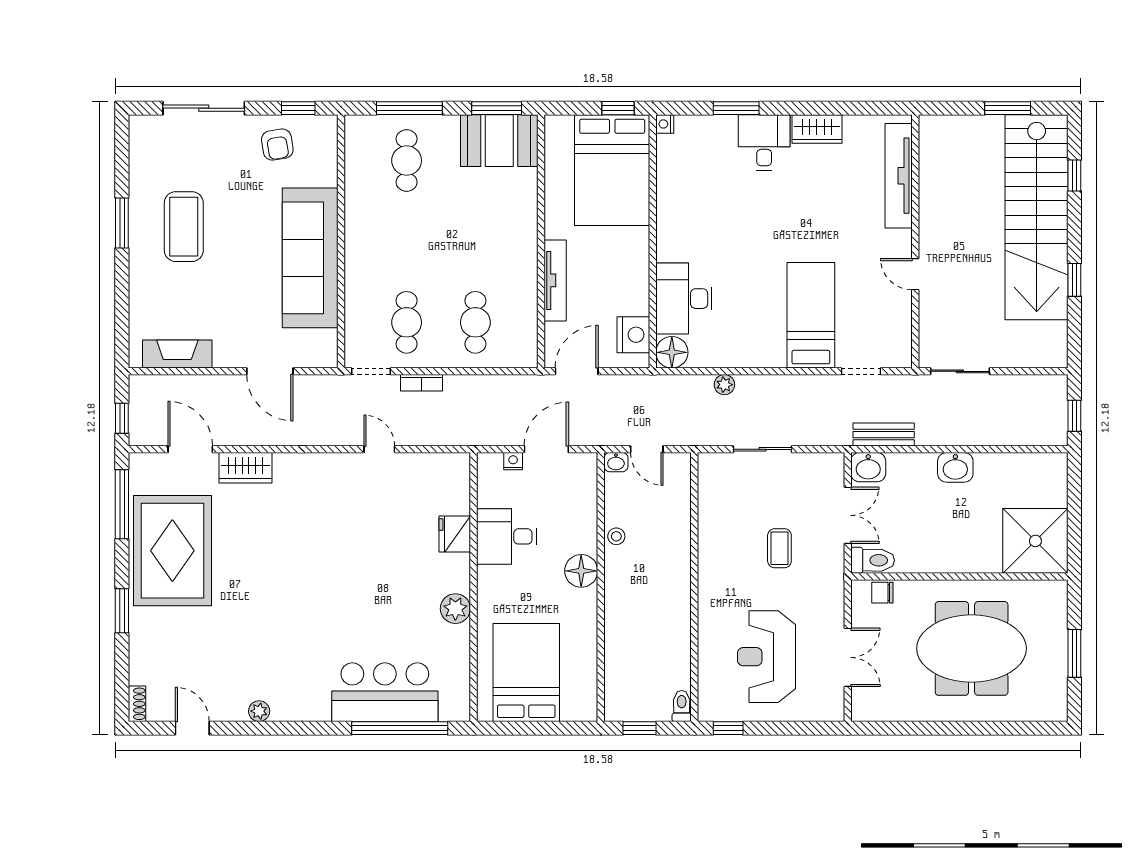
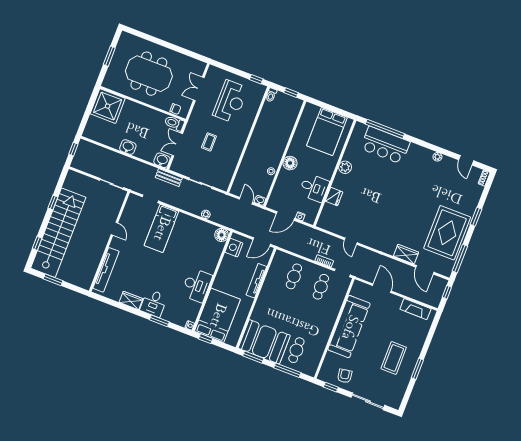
booth: (499, 141) -> (264, 342), width x1.36, depth x1.42
desk: (684, 299) -> (197, 285), moved
bench: (884, 435) -> (169, 178), moved

